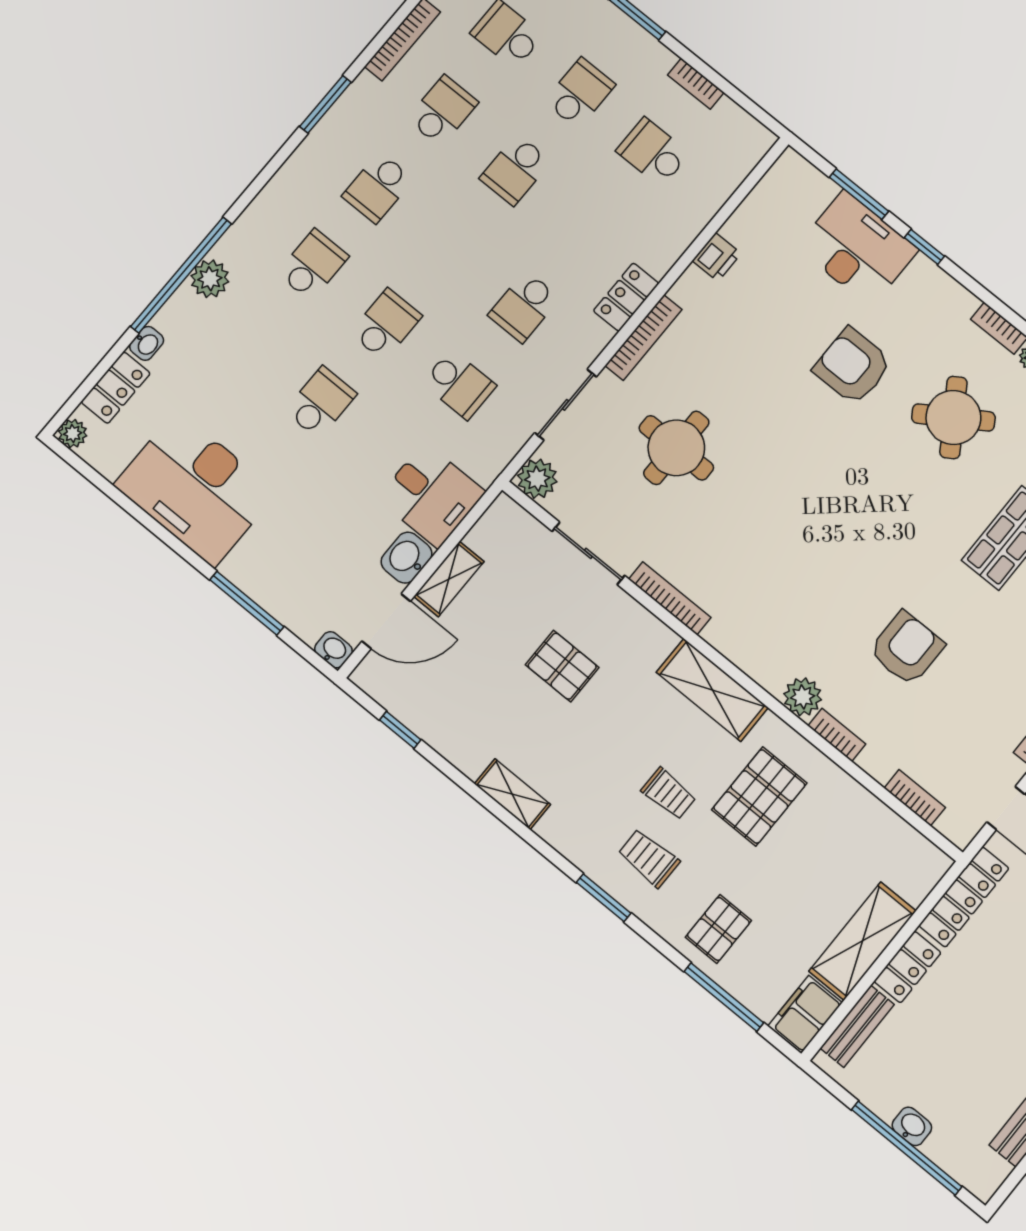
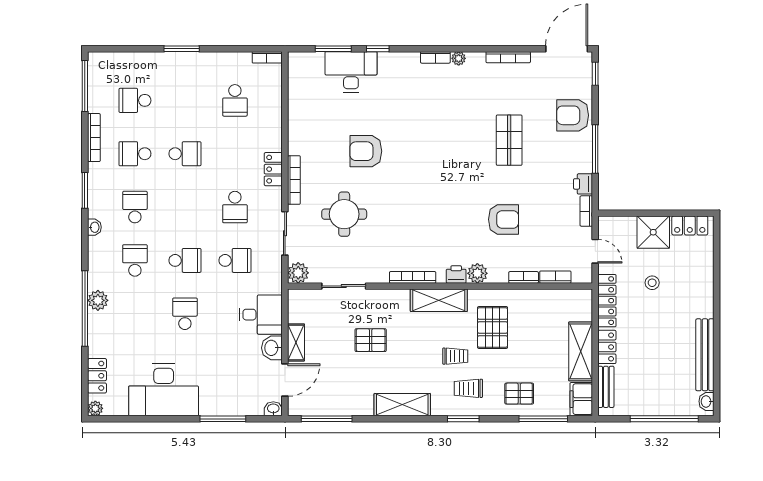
bookcase: (696, 84) -> (267, 57), moved
school desk: (580, 93) -> (185, 100), removed
school desk: (443, 111) -> (135, 154), turned -90
school desk: (653, 152) -> (235, 100), turned -90
school desk: (515, 170) -> (185, 154), turned -90
school desk: (378, 188) -> (135, 207), turned 180
printer: (717, 257) -> (456, 274), moved, turned -90
school desk: (386, 325) -> (185, 260), turned 90
washbasin: (147, 343) -> (94, 227), moved
armchair: (853, 366) -> (366, 151), moved
round table: (953, 417) -> (446, 110), removed
bookcase: (670, 598) -> (413, 277), moved
armchair: (907, 648) -> (503, 219), turned 90
window: (400, 730) -> (327, 419), width x2.17
bookcase: (837, 735) -> (524, 277), moved
shelving: (512, 794) -> (402, 405), width x1.50, depth x1.33
pallet: (718, 929) -> (519, 394), turned 90
washbasin: (912, 1126) -> (706, 401), moved, turned -90

